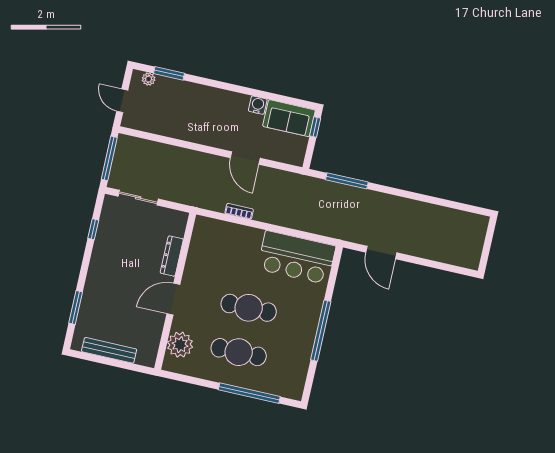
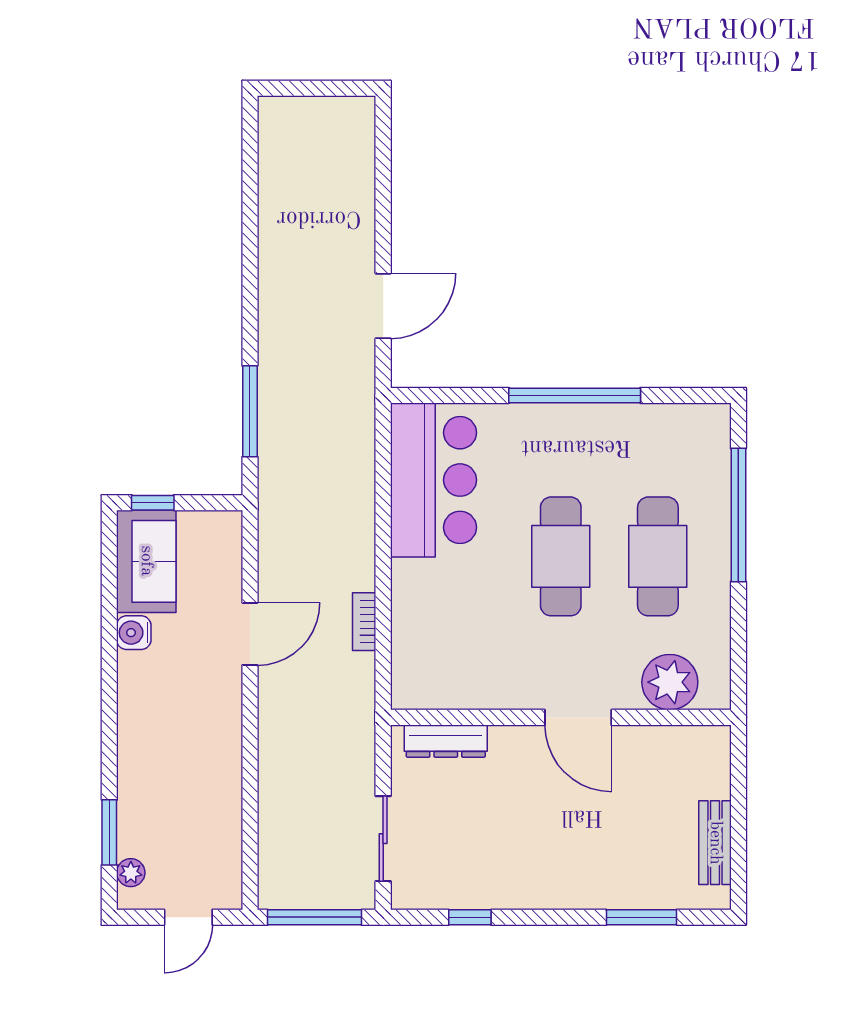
dresser: (172, 256) -> (446, 741), moved
bench: (109, 350) -> (715, 843), width x0.73

